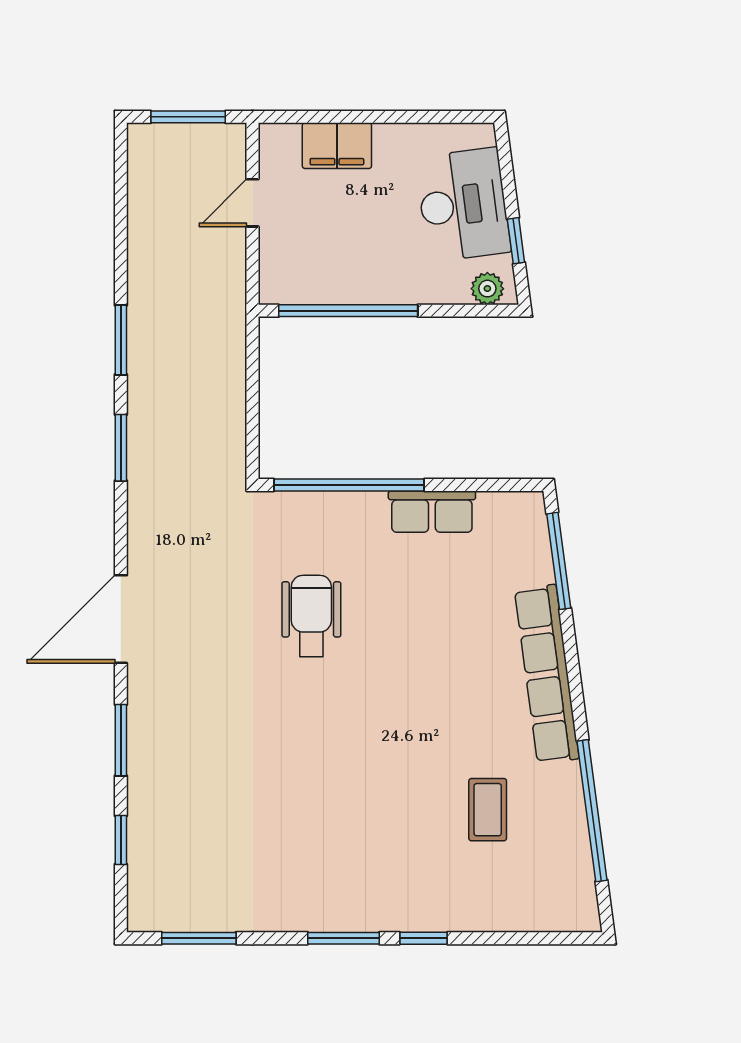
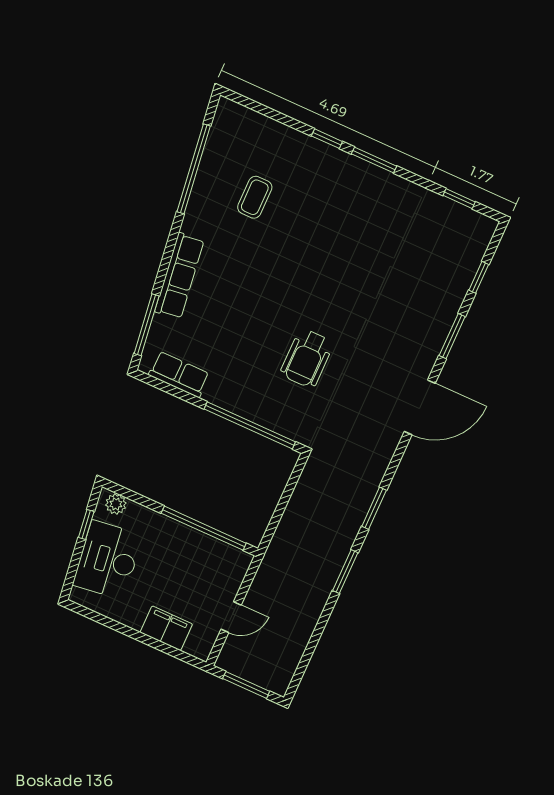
row of seats: (432, 512) -> (179, 374), moved
row of seats: (547, 674) -> (179, 276), width x0.73
window: (199, 938) -> (459, 199), width x0.67

